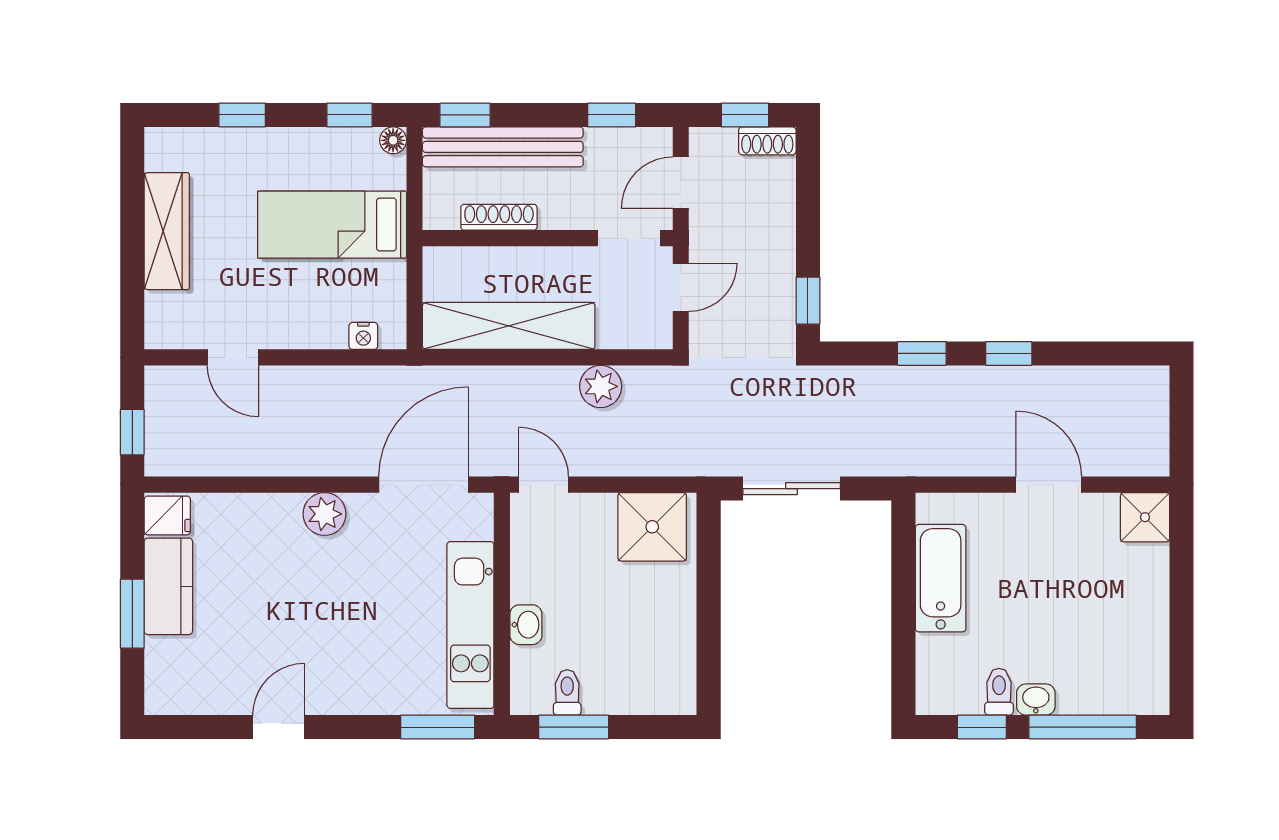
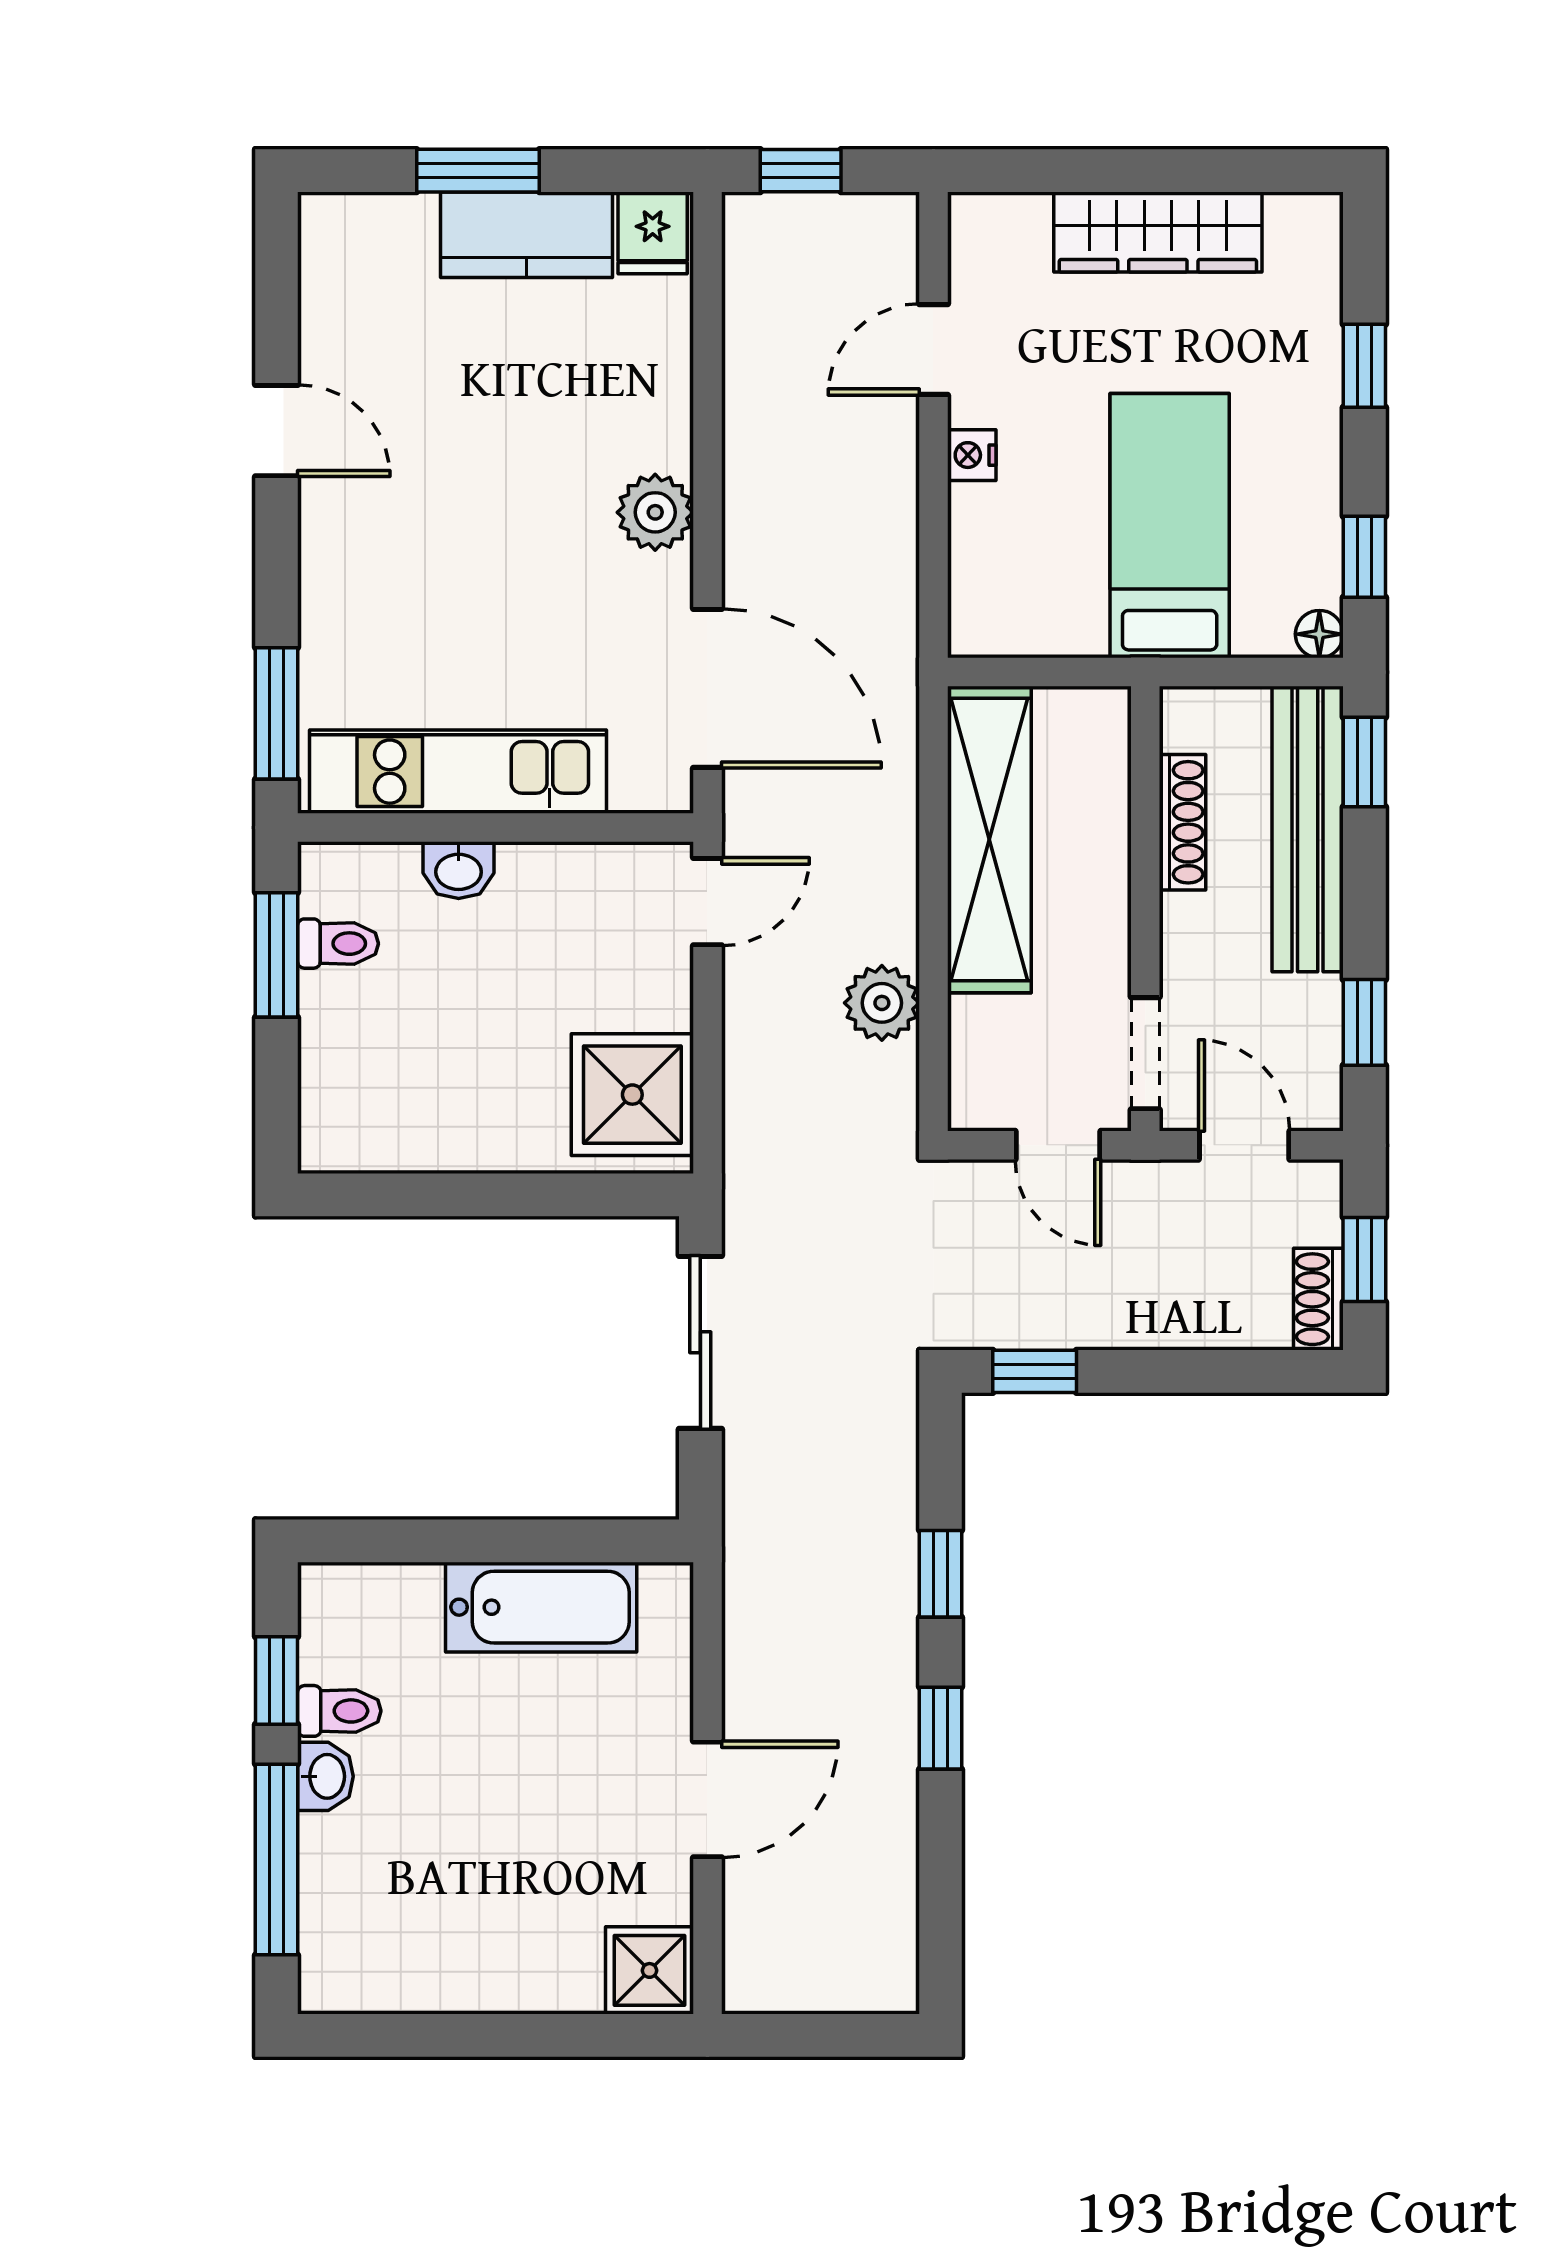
nightstand: (363, 336) -> (972, 455), moved

